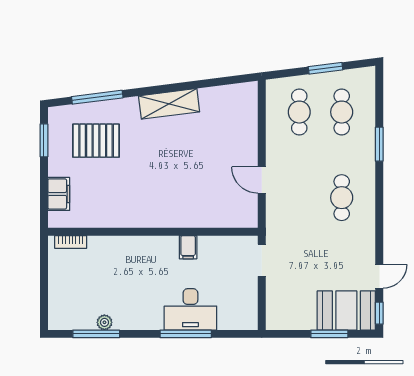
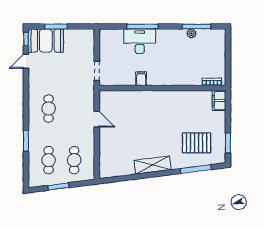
filing cabinet: (59, 194) -> (219, 101), moved

